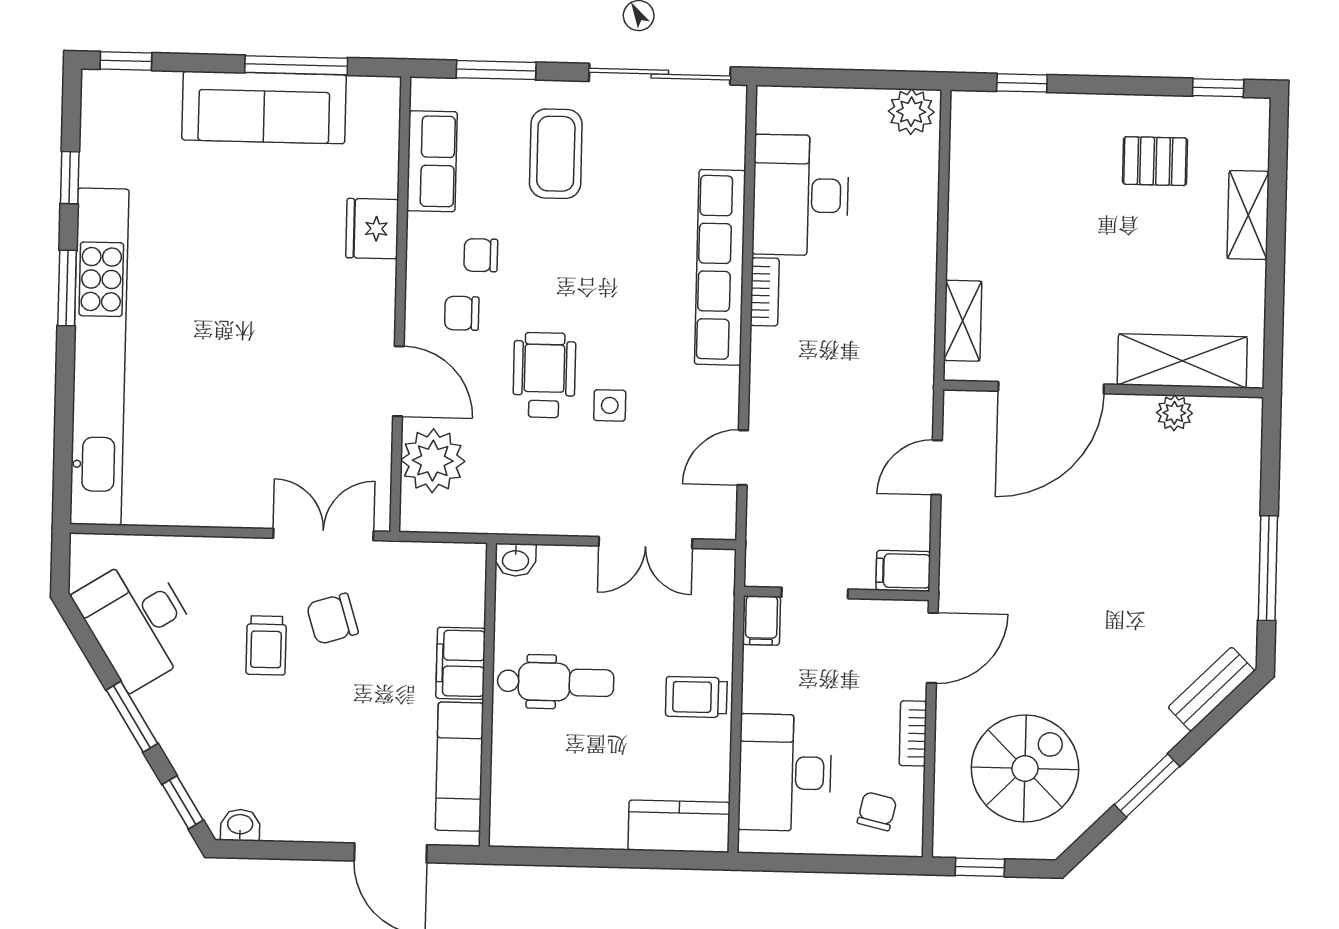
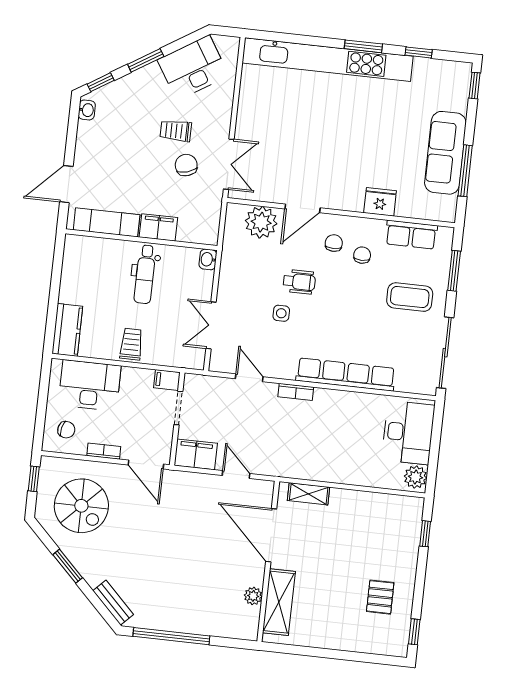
desk: (801, 195) -> (408, 432), moved, turned 90
shelving: (1248, 215) -> (349, 641), removed
bookcase: (765, 292) -> (296, 392), moved
wheelchair: (544, 375) -> (299, 282), width x0.73, depth x0.73
window: (1268, 568) -> (171, 636), width x1.46
filing cabinet: (903, 571) -> (196, 454), width x2.00

